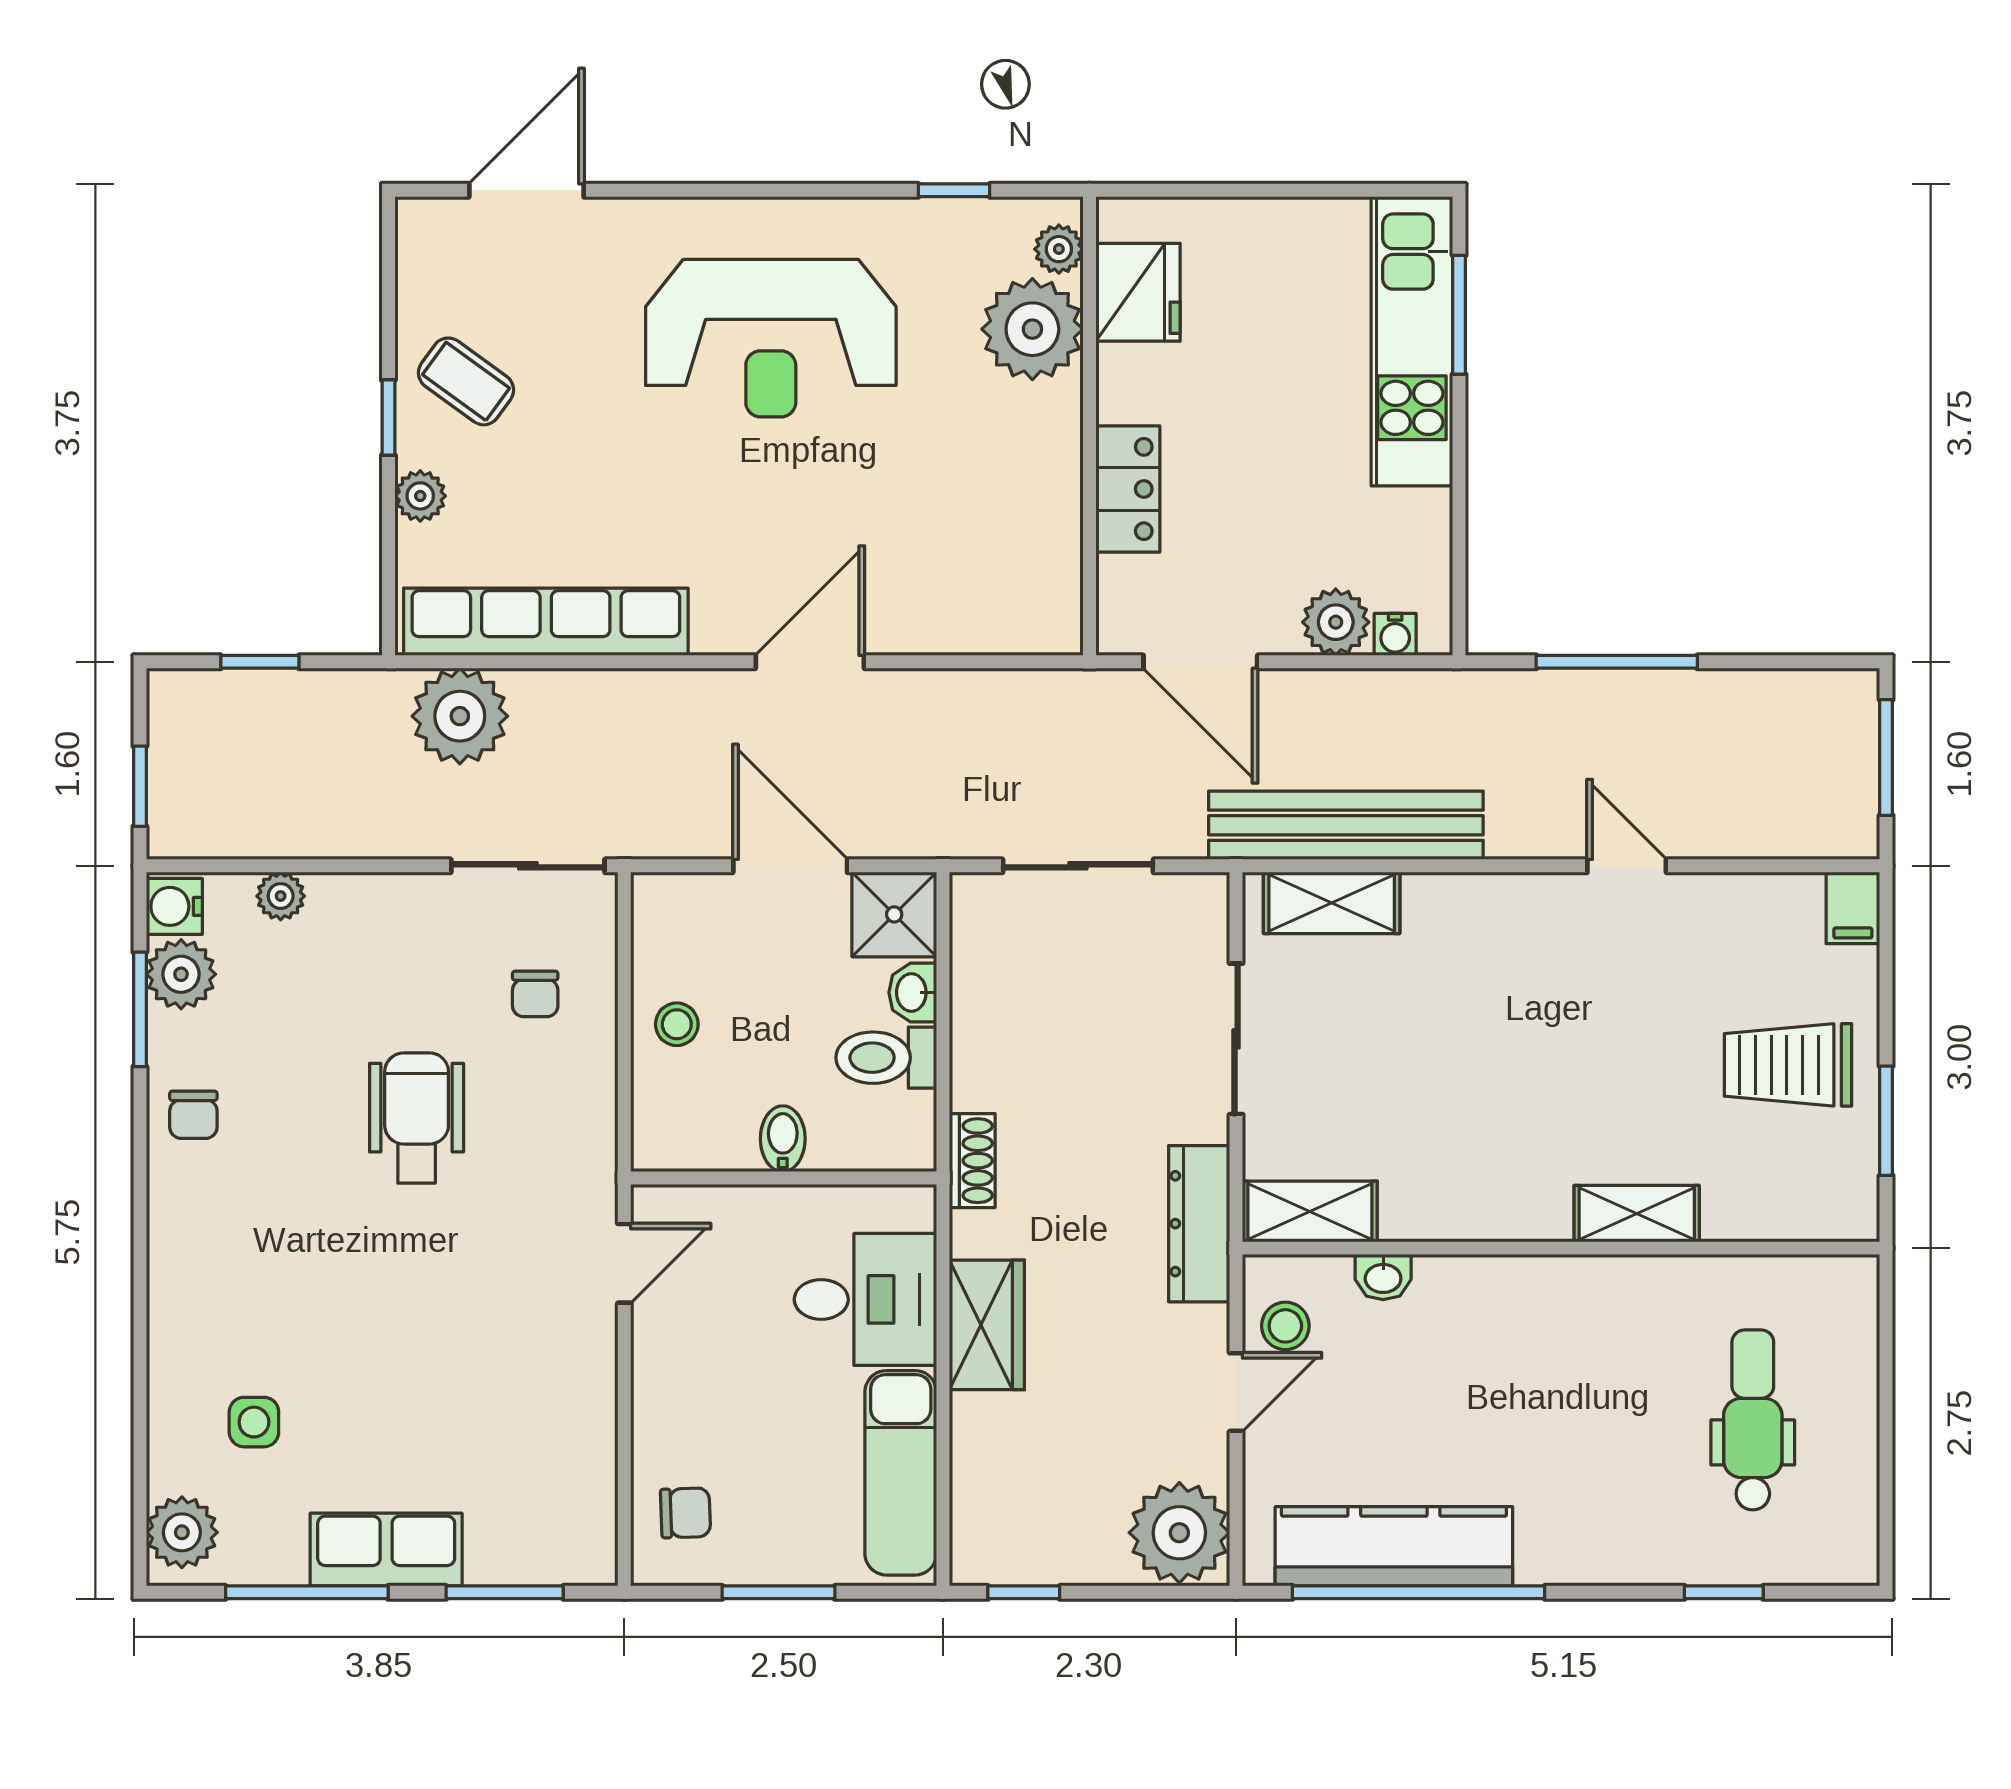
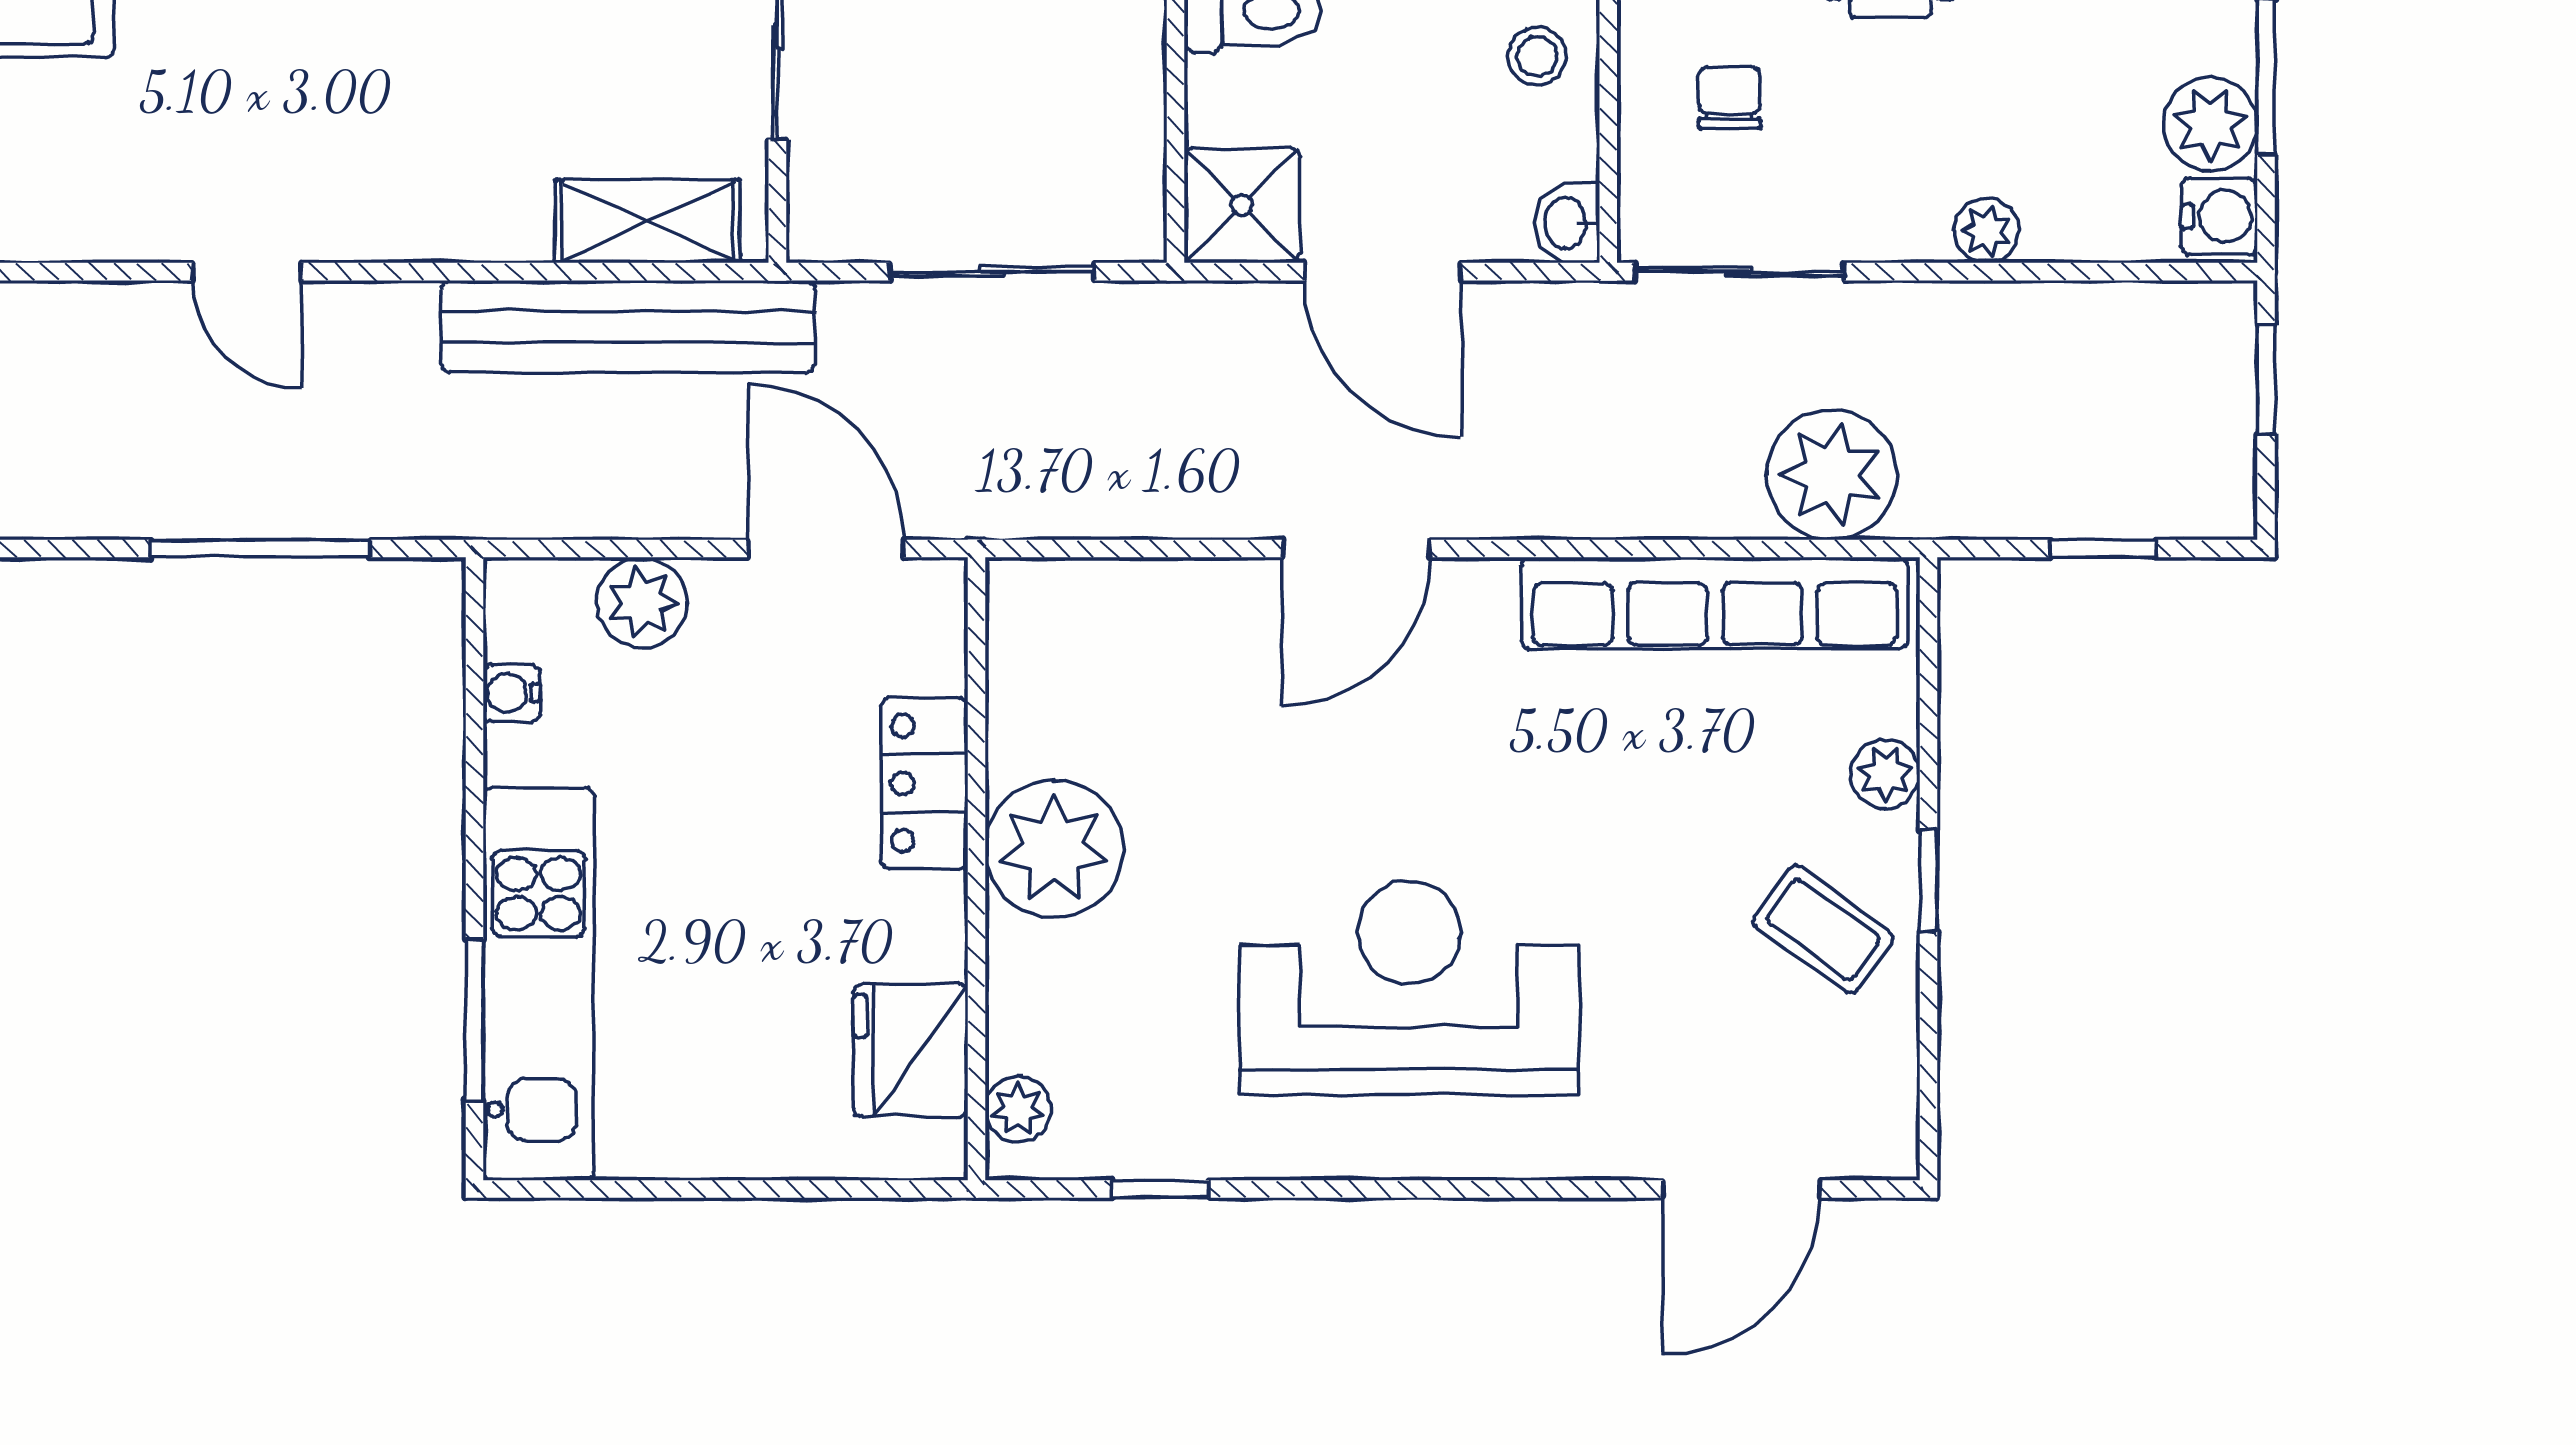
plant: (1032, 329) -> (1054, 849), moved
water cooler: (1395, 634) -> (512, 693), moved, turned -90
plant: (281, 896) -> (1986, 231), moved
washbasin: (913, 993) -> (1567, 223), moved, turned 180

